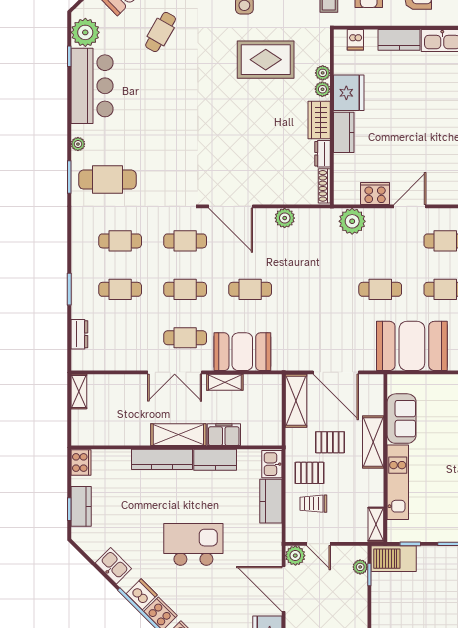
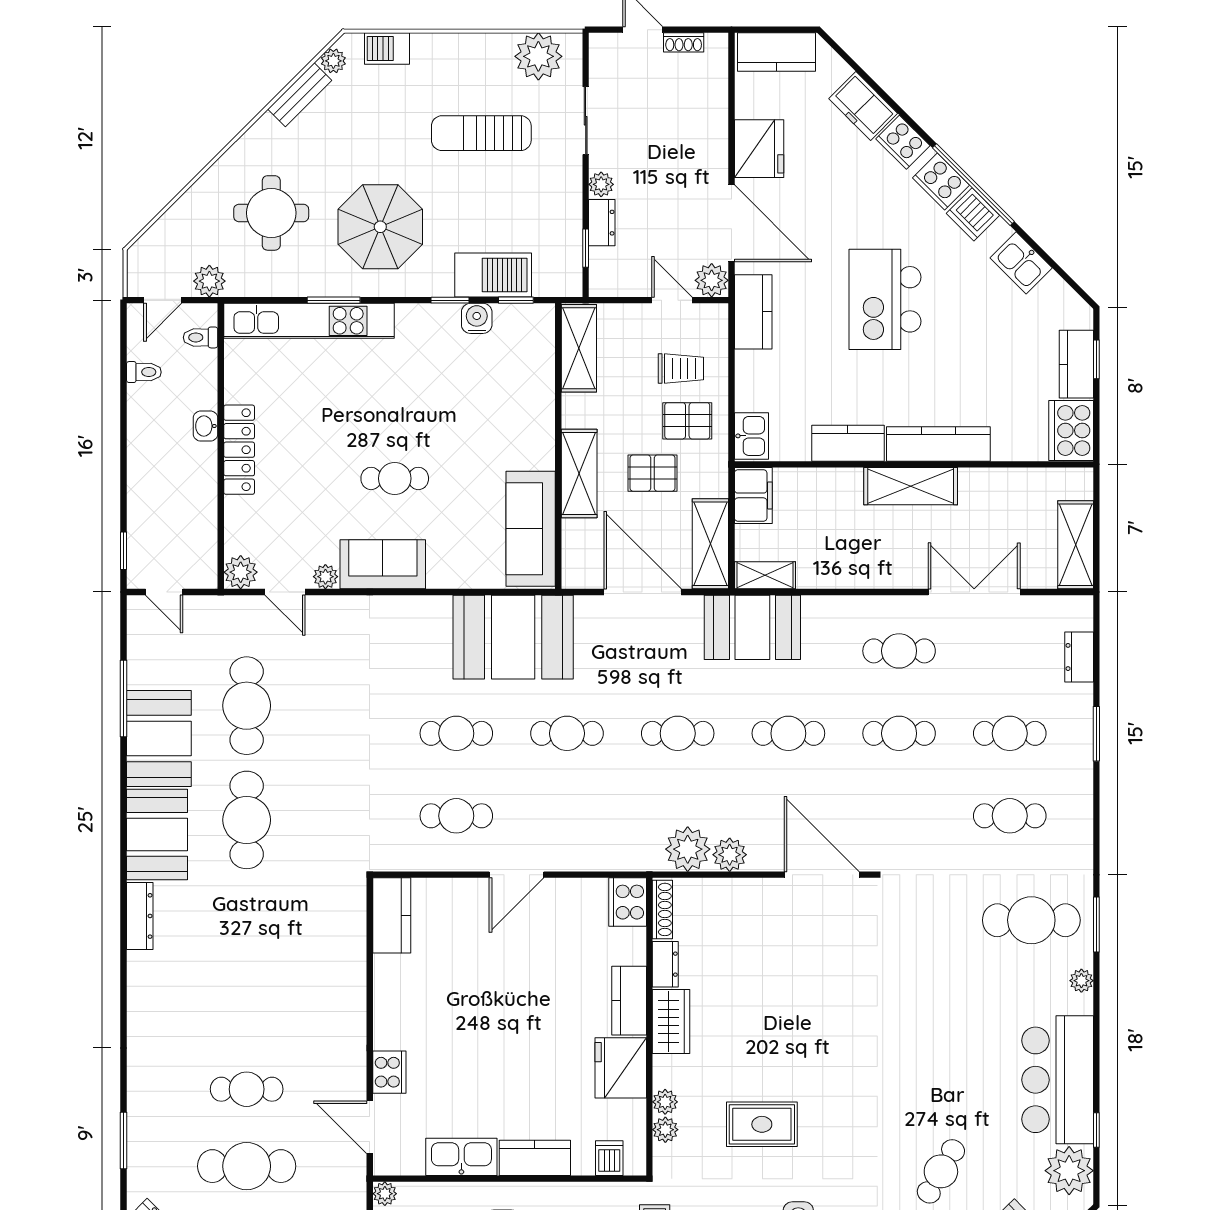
rug: (266, 60) -> (762, 1124), width x0.73, depth x0.70
plant: (322, 89) -> (665, 1130), moved
cooker: (375, 193) -> (628, 902), moved, turned 90
plant: (352, 221) -> (688, 849), moved
cafe table: (185, 241) -> (678, 733), moved
booth: (242, 352) -> (752, 627), moved
double door: (175, 372) -> (974, 592), moved
shelving: (225, 382) -> (765, 575), moved
shelving: (79, 391) -> (1076, 545), width x1.50, depth x1.33
sofa: (402, 419) -> (531, 529), width x1.36
filing cabinet: (224, 435) -> (753, 495), moved, turned -90
cooker: (81, 462) -> (1071, 430), width x1.37, depth x1.31
kitchen unit: (398, 482) -> (537, 405), removed
kitchen counter: (271, 501) -> (753, 312), moved
shelving: (376, 524) -> (579, 348), width x1.50, depth x1.33
water cooler: (433, 533) -> (477, 318), added
kitchen island: (193, 544) -> (885, 299), turned 90
barbecue: (394, 559) -> (493, 275), moved
plant: (360, 567) -> (601, 184), moved
dresser: (360, 589) -> (602, 223), added

